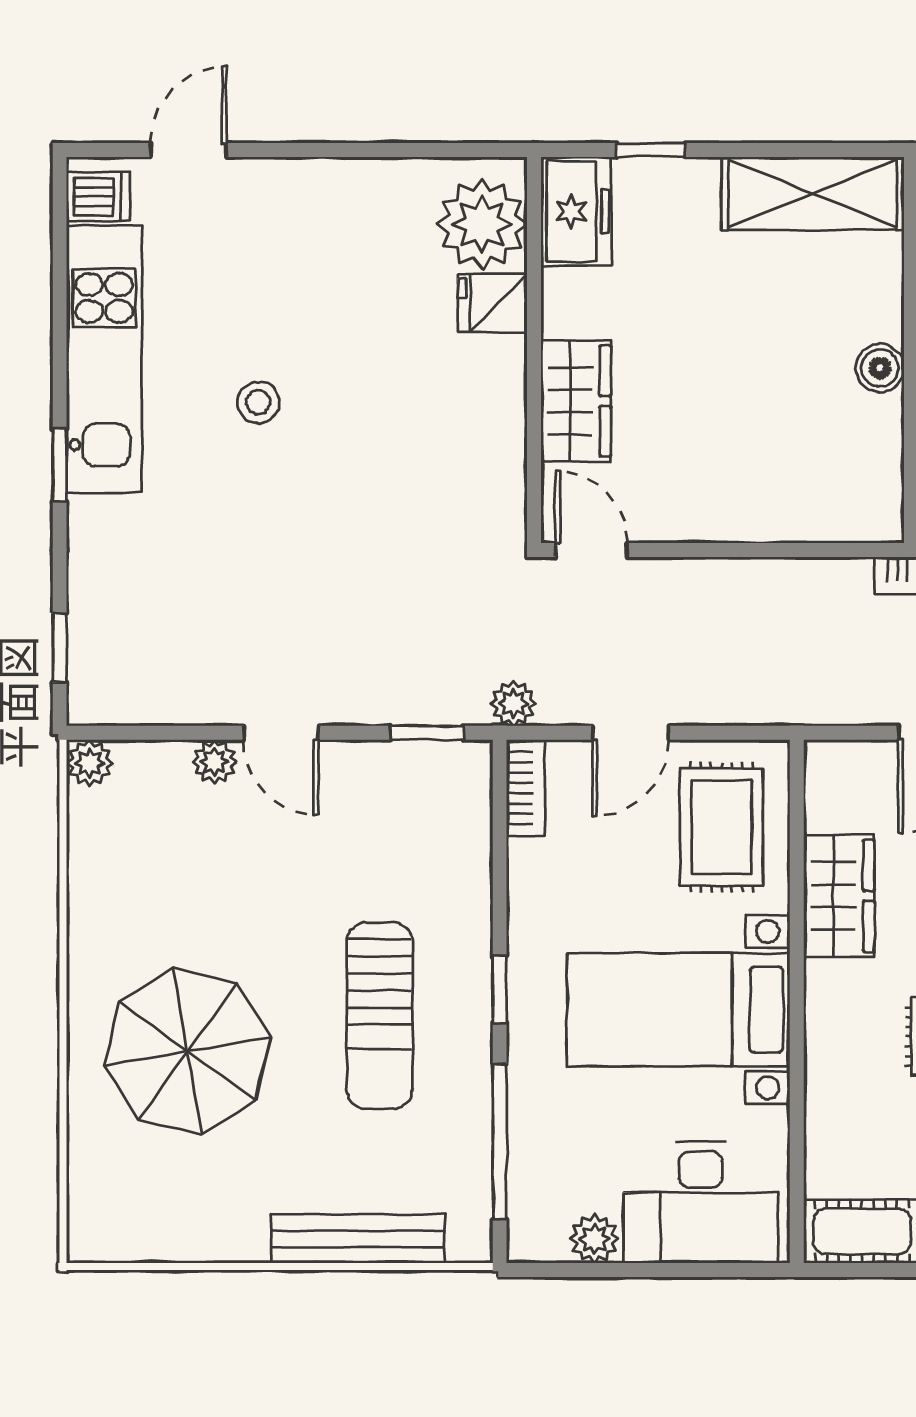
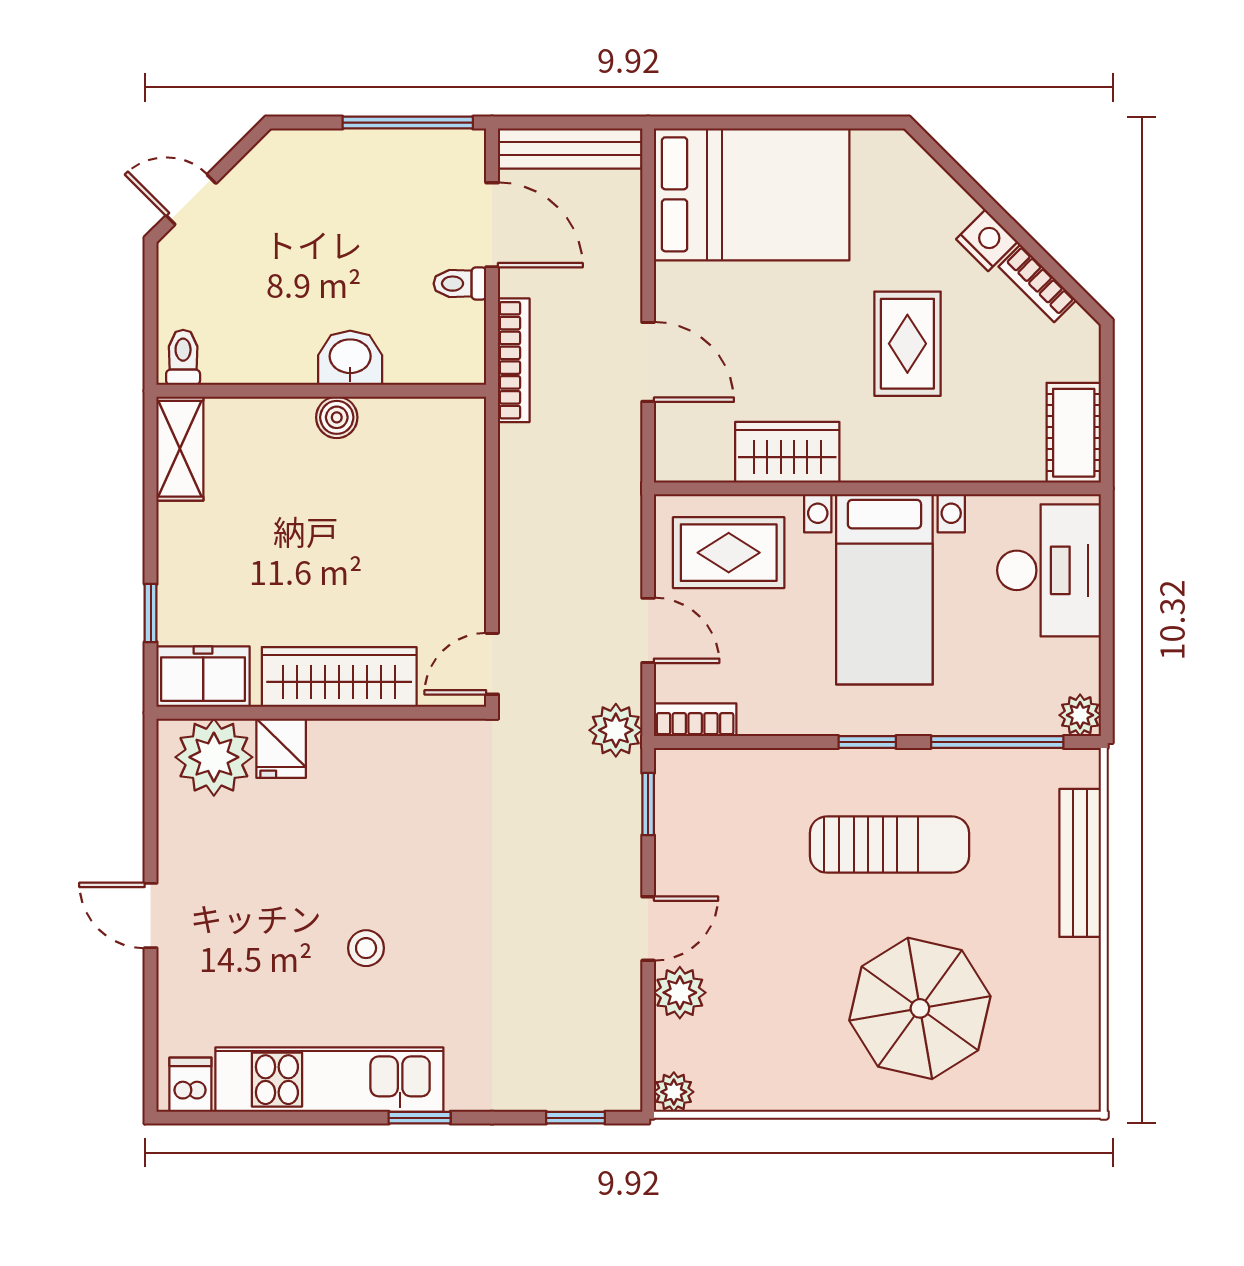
door: (188, 150) -> (151, 915), moved
shelving: (813, 193) -> (180, 449), width x0.67, depth x0.75
wardrobe: (576, 401) -> (339, 677), width x1.50
plant: (513, 703) -> (616, 730), width x1.38, depth x1.38
plant: (214, 762) -> (680, 993), width x1.38, depth x1.38
plant: (594, 1239) -> (1080, 715), moved

